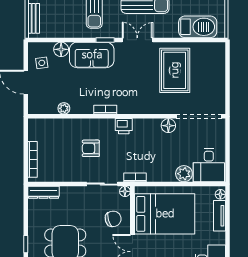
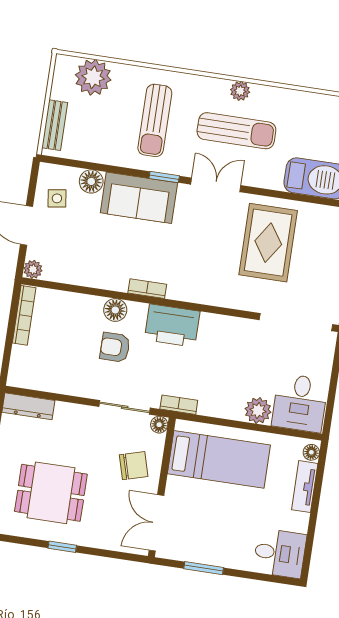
plant: (64, 108) -> (33, 269), moved
printer: (124, 126) -> (172, 326), width x1.87, depth x1.48
floor lamp: (168, 126) -> (115, 310), moved
bookcase: (32, 159) -> (24, 315), moved
bed: (165, 214) -> (219, 459), width x0.67

